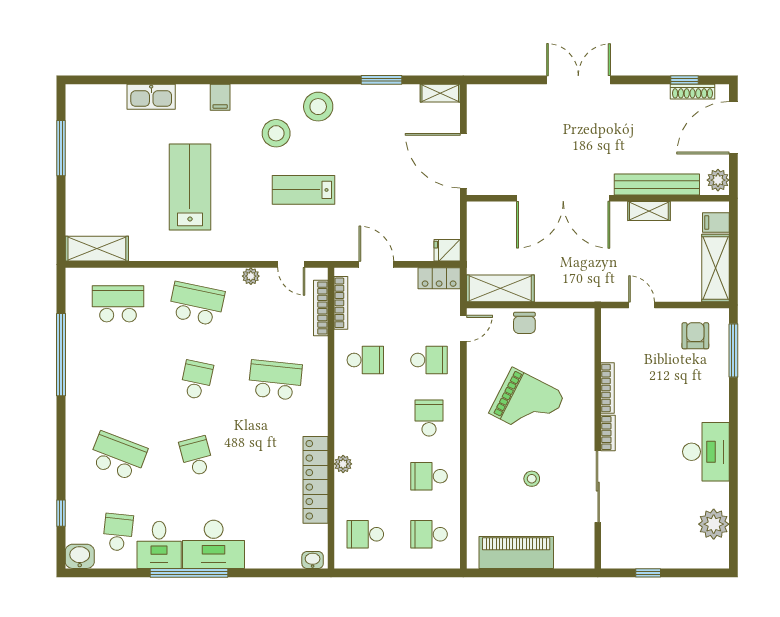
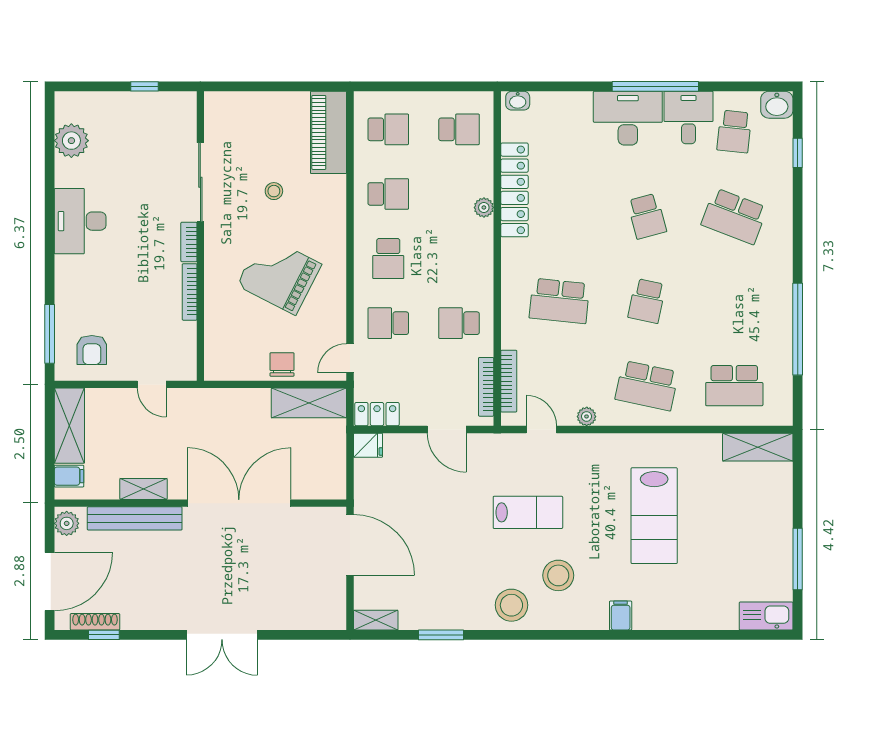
kitchen sink: (151, 97) -> (766, 616), moved
piano: (516, 552) -> (329, 132), moved, turned 90

